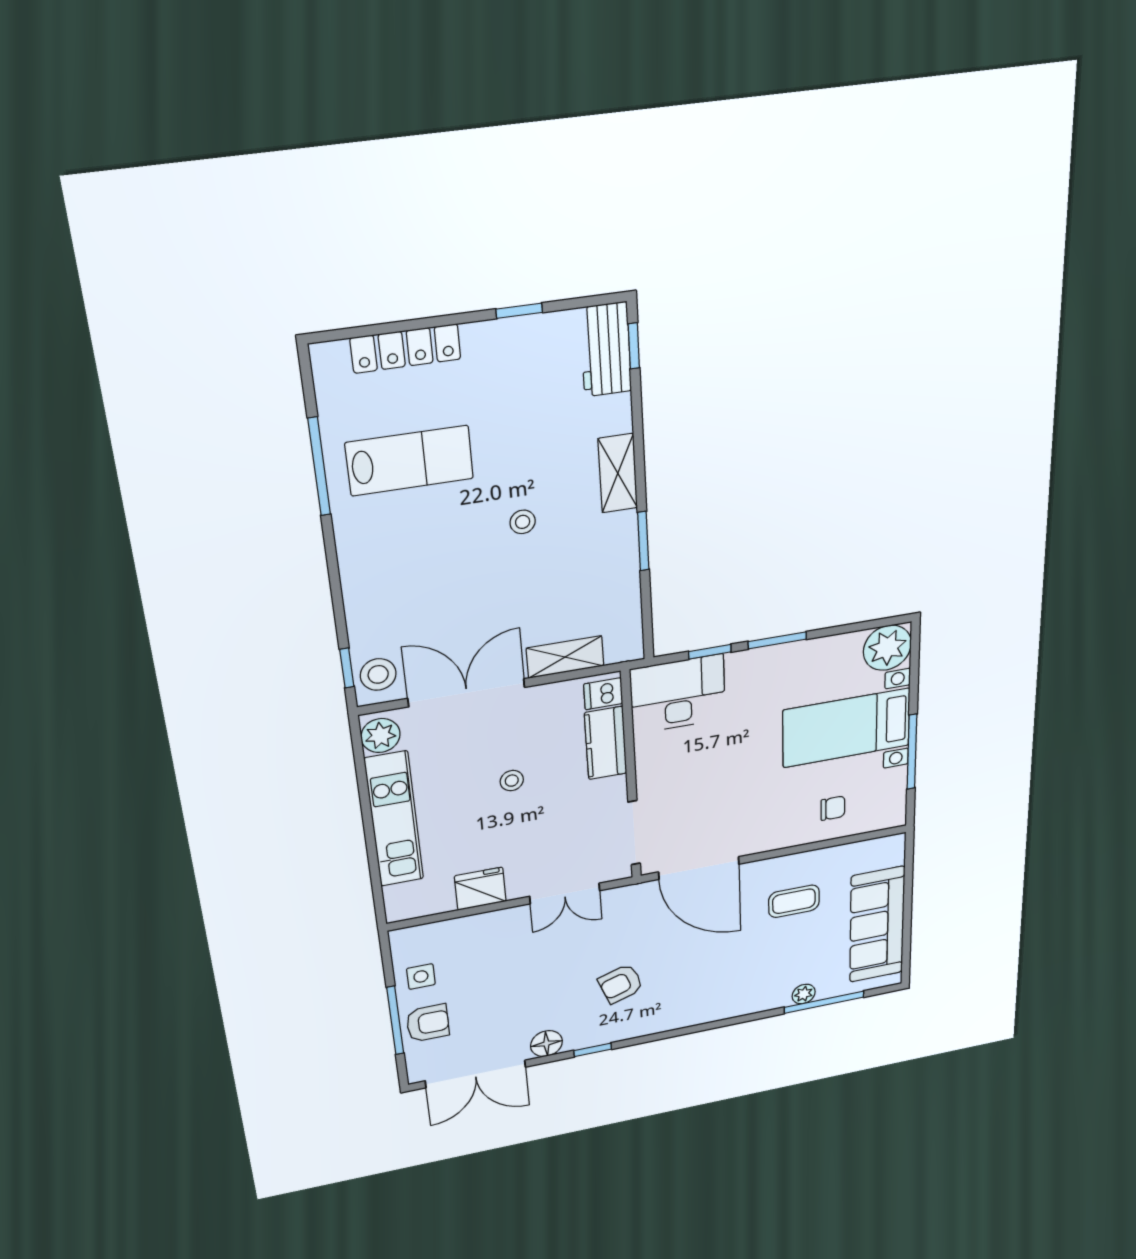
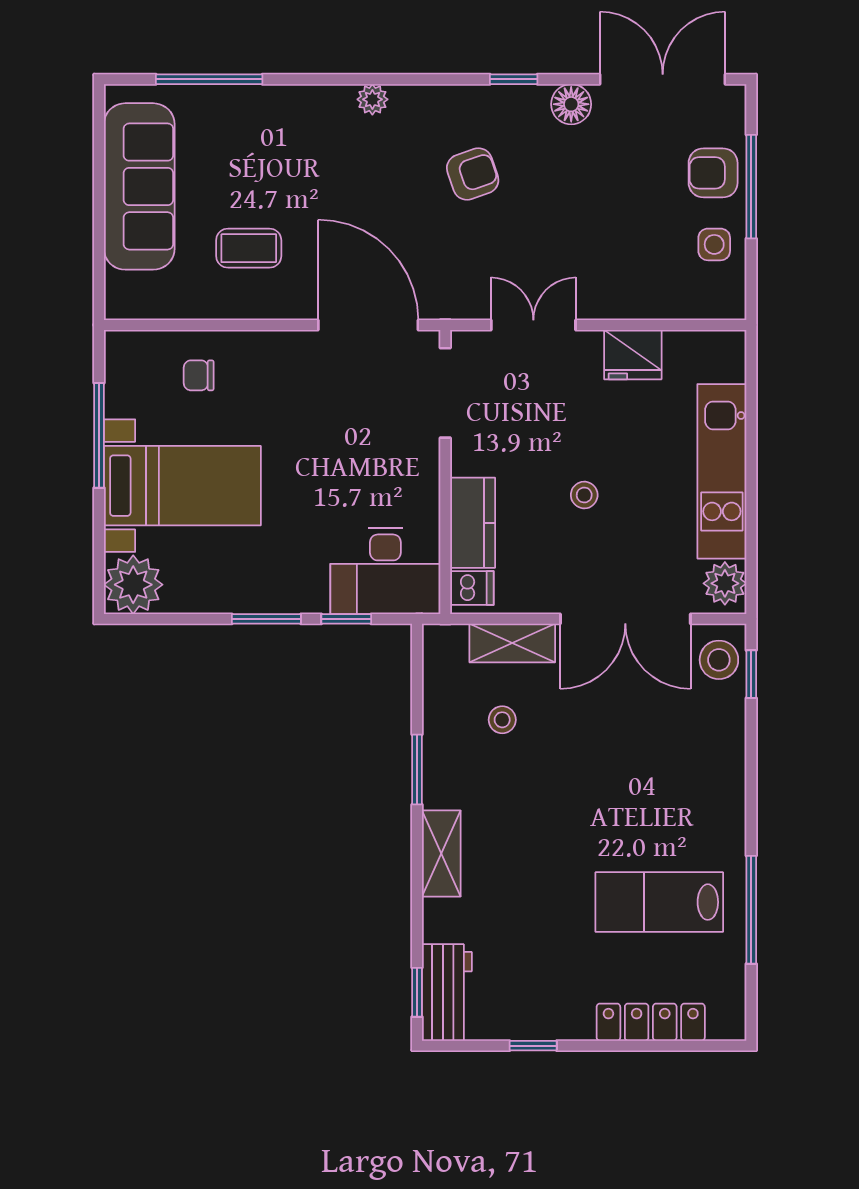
stool: (523, 522) -> (502, 720), moved
plant: (804, 994) -> (372, 99), moved

